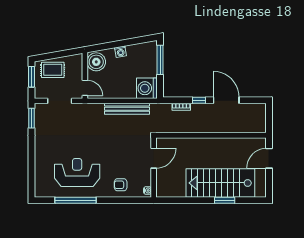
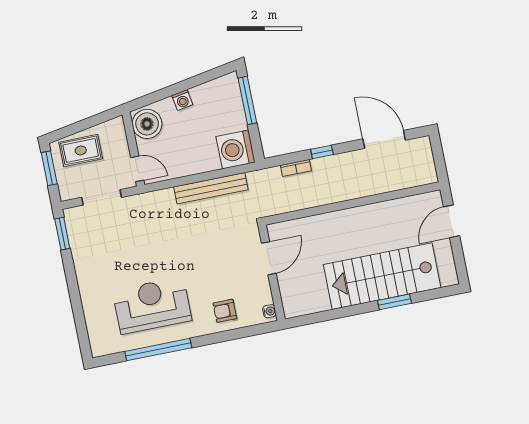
door: (226, 100) -> (384, 139), moved

